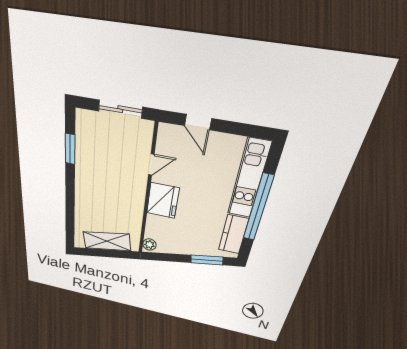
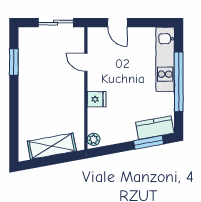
door: (151, 165) -> (86, 62), swing flipped
fridge: (163, 201) -> (97, 99), width x0.53, depth x0.75
kitchen counter: (233, 234) -> (155, 128), moved, turned 80

